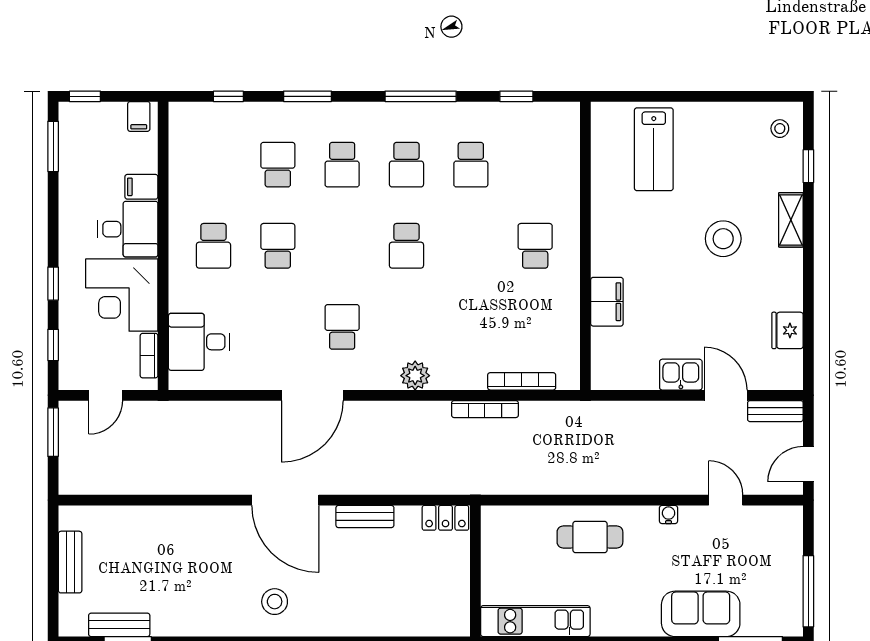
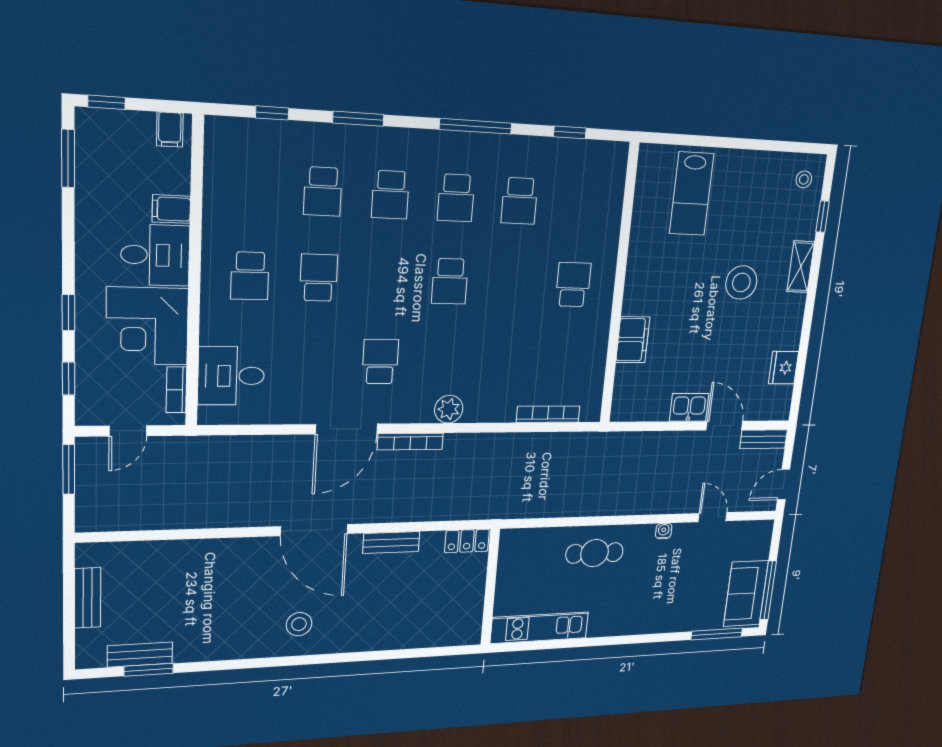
school desk: (278, 165) -> (323, 192), turned 180
bookcase: (485, 409) -> (410, 442), moved
sofa: (701, 614) -> (746, 593), moved, turned -90

